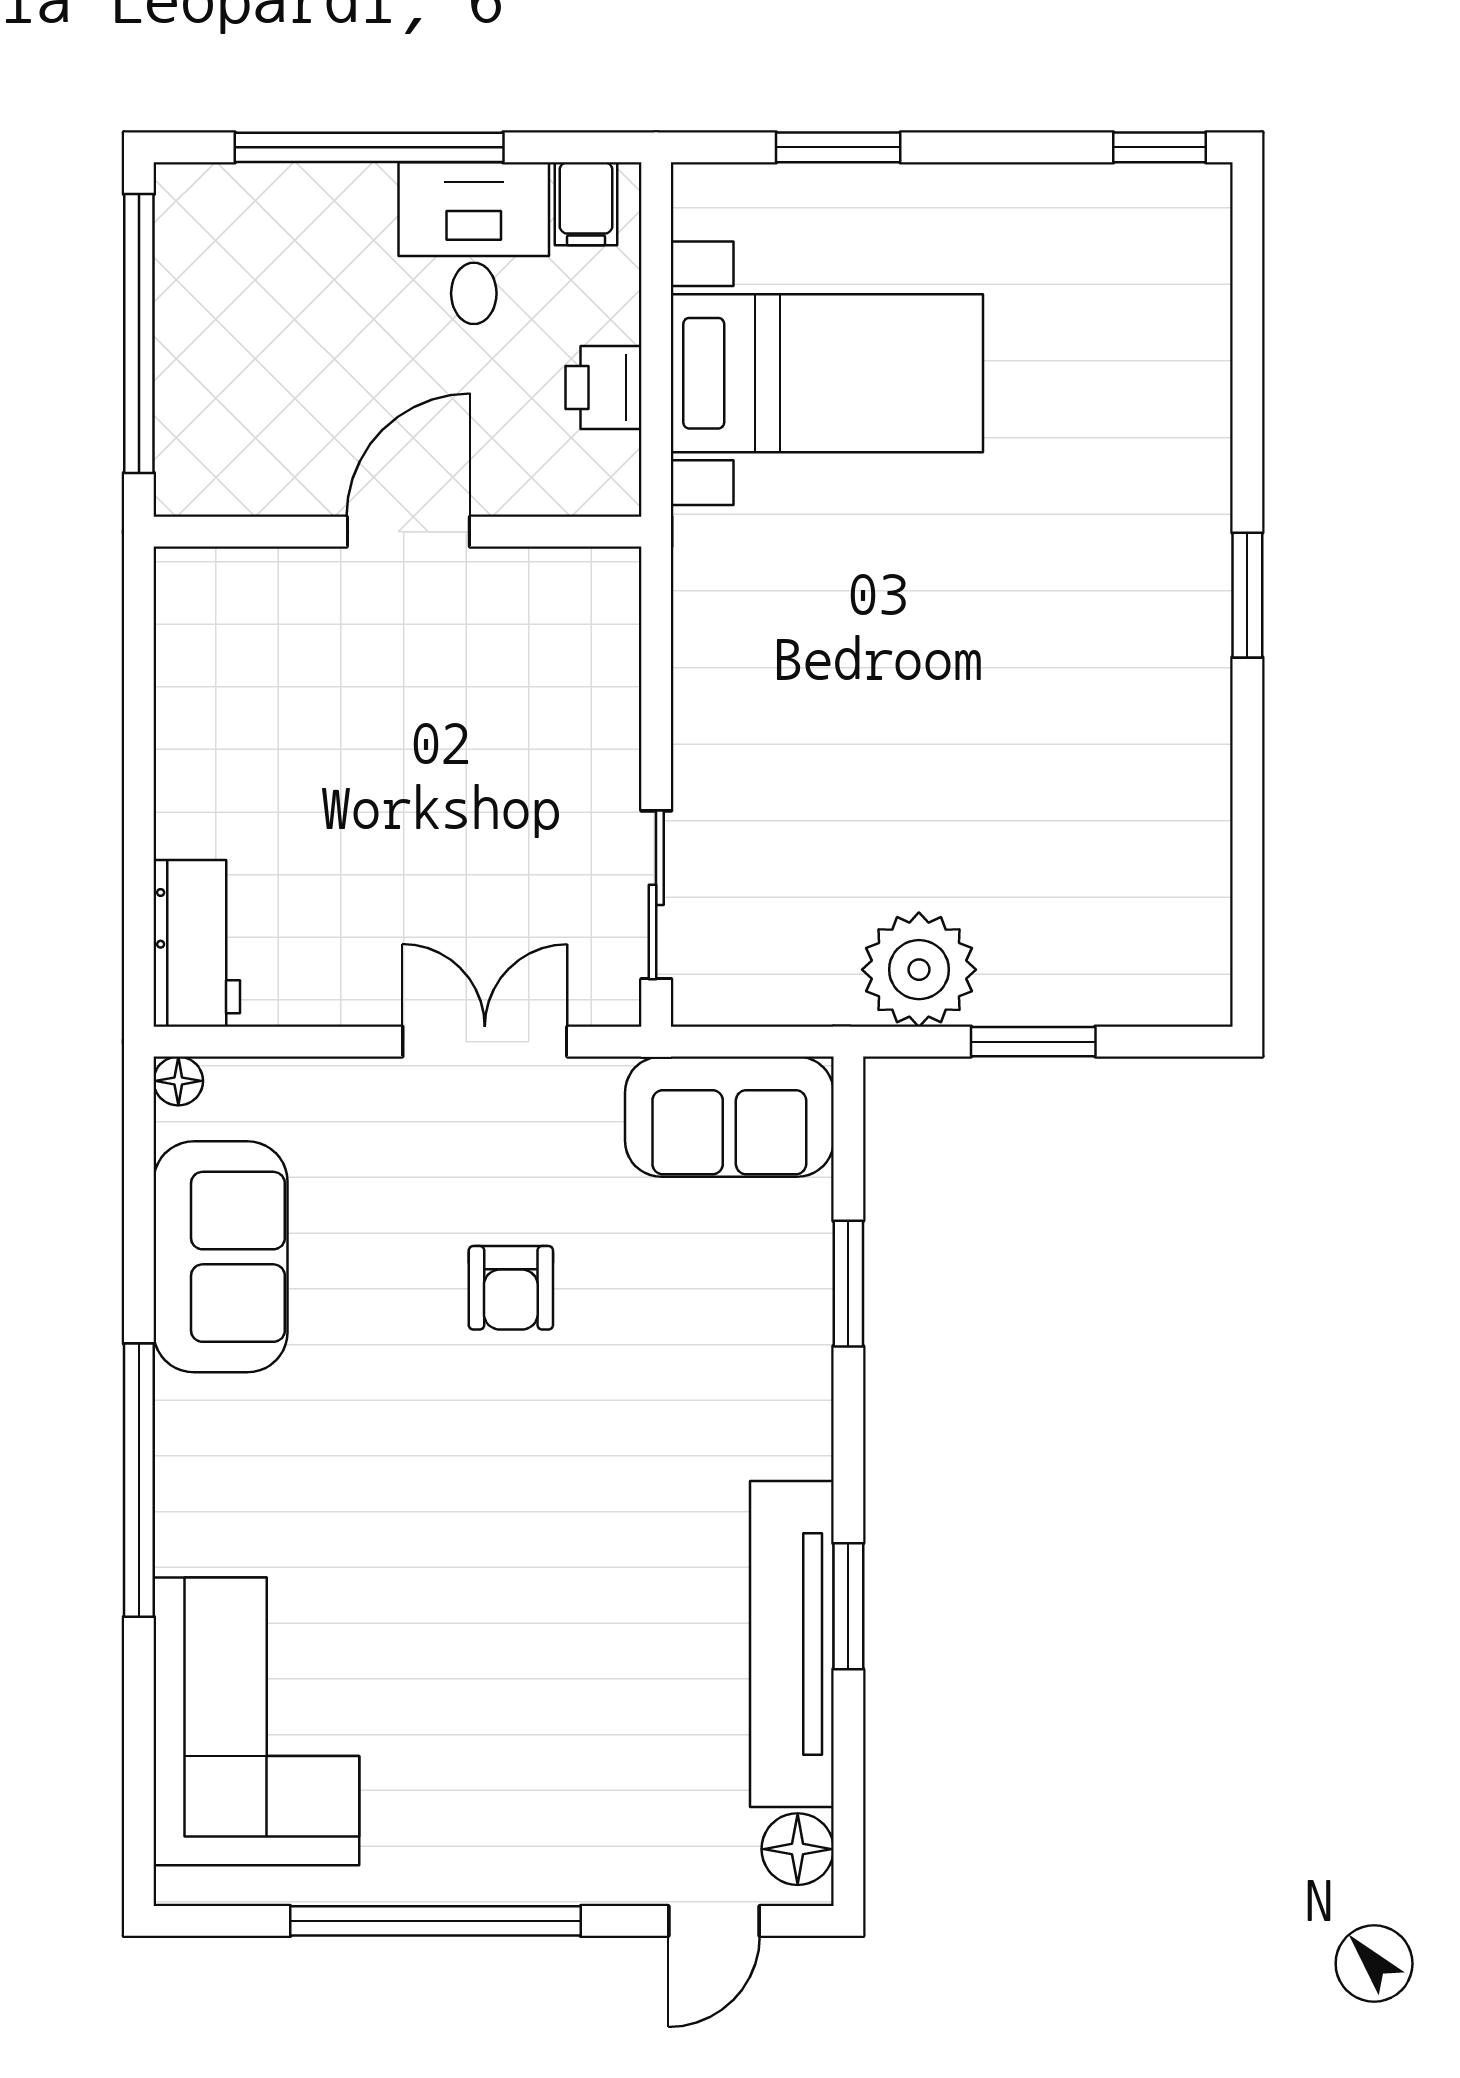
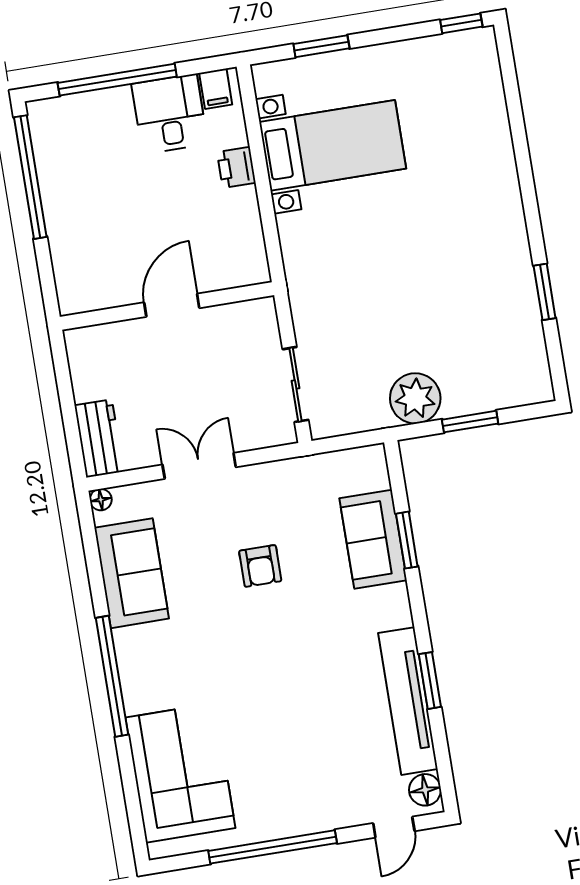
wall: (398, 532) -> (167, 306), moved
door: (408, 532) -> (172, 305), moved
window: (1247, 595) -> (545, 292), moved
double door: (485, 1042) -> (199, 466), moved
sofa: (729, 1117) -> (373, 539), moved, turned 90

